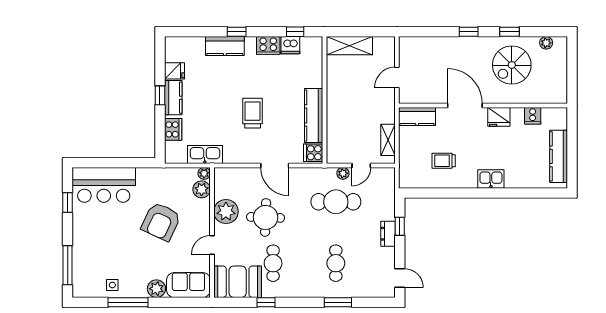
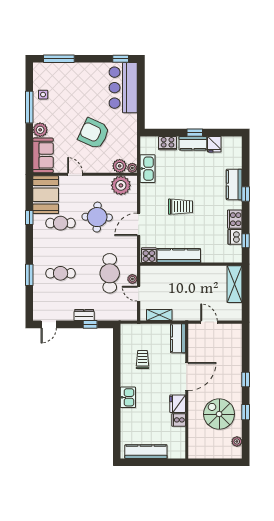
cooker: (533, 116) -> (179, 420), moved
window: (68, 202) -> (121, 59), moved
plant: (226, 212) -> (121, 185), moved

